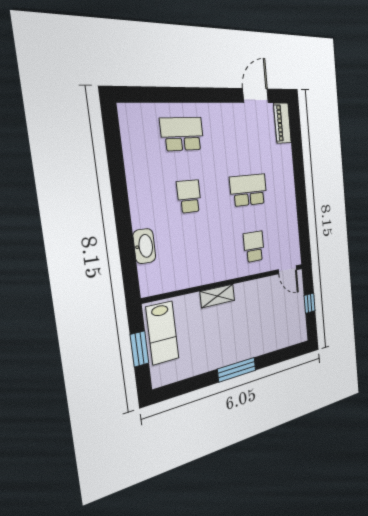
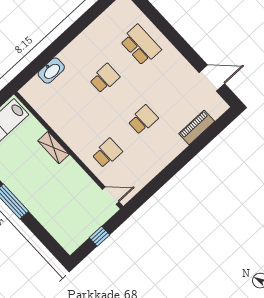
piano: (282, 123) -> (197, 127), moved
school desk: (249, 190) -> (143, 120), width x0.54
door: (287, 270) -> (111, 196), swing flipped

